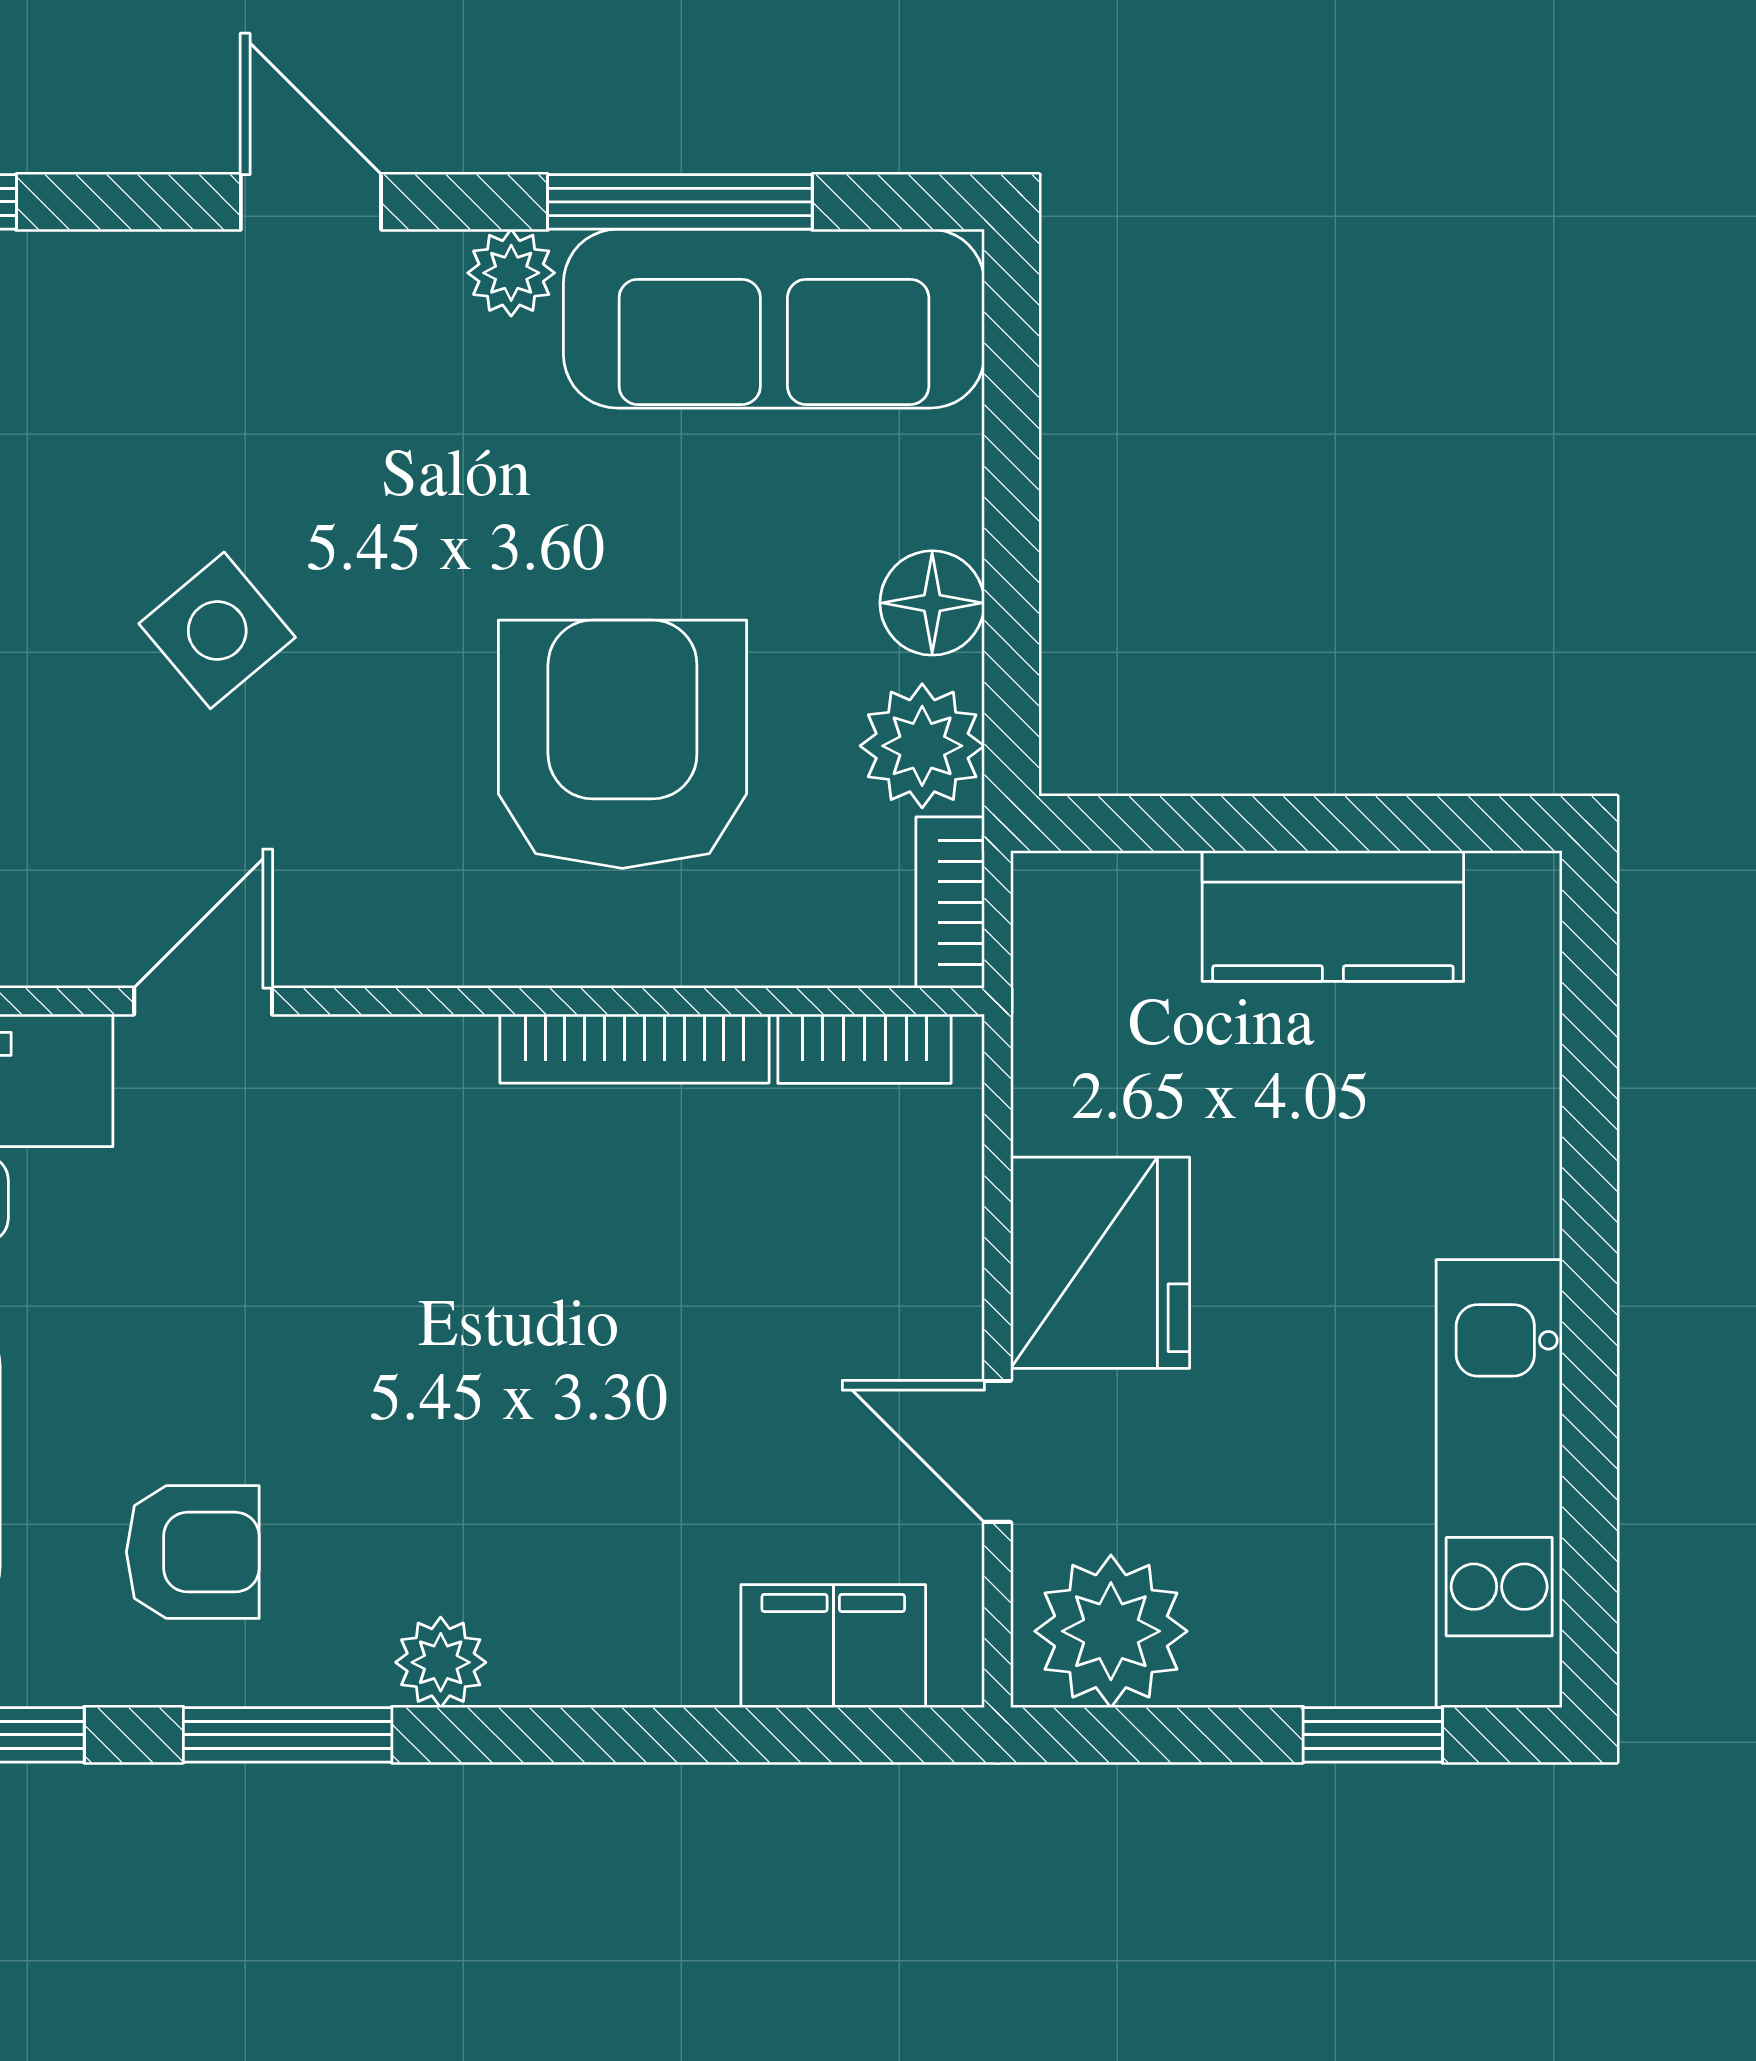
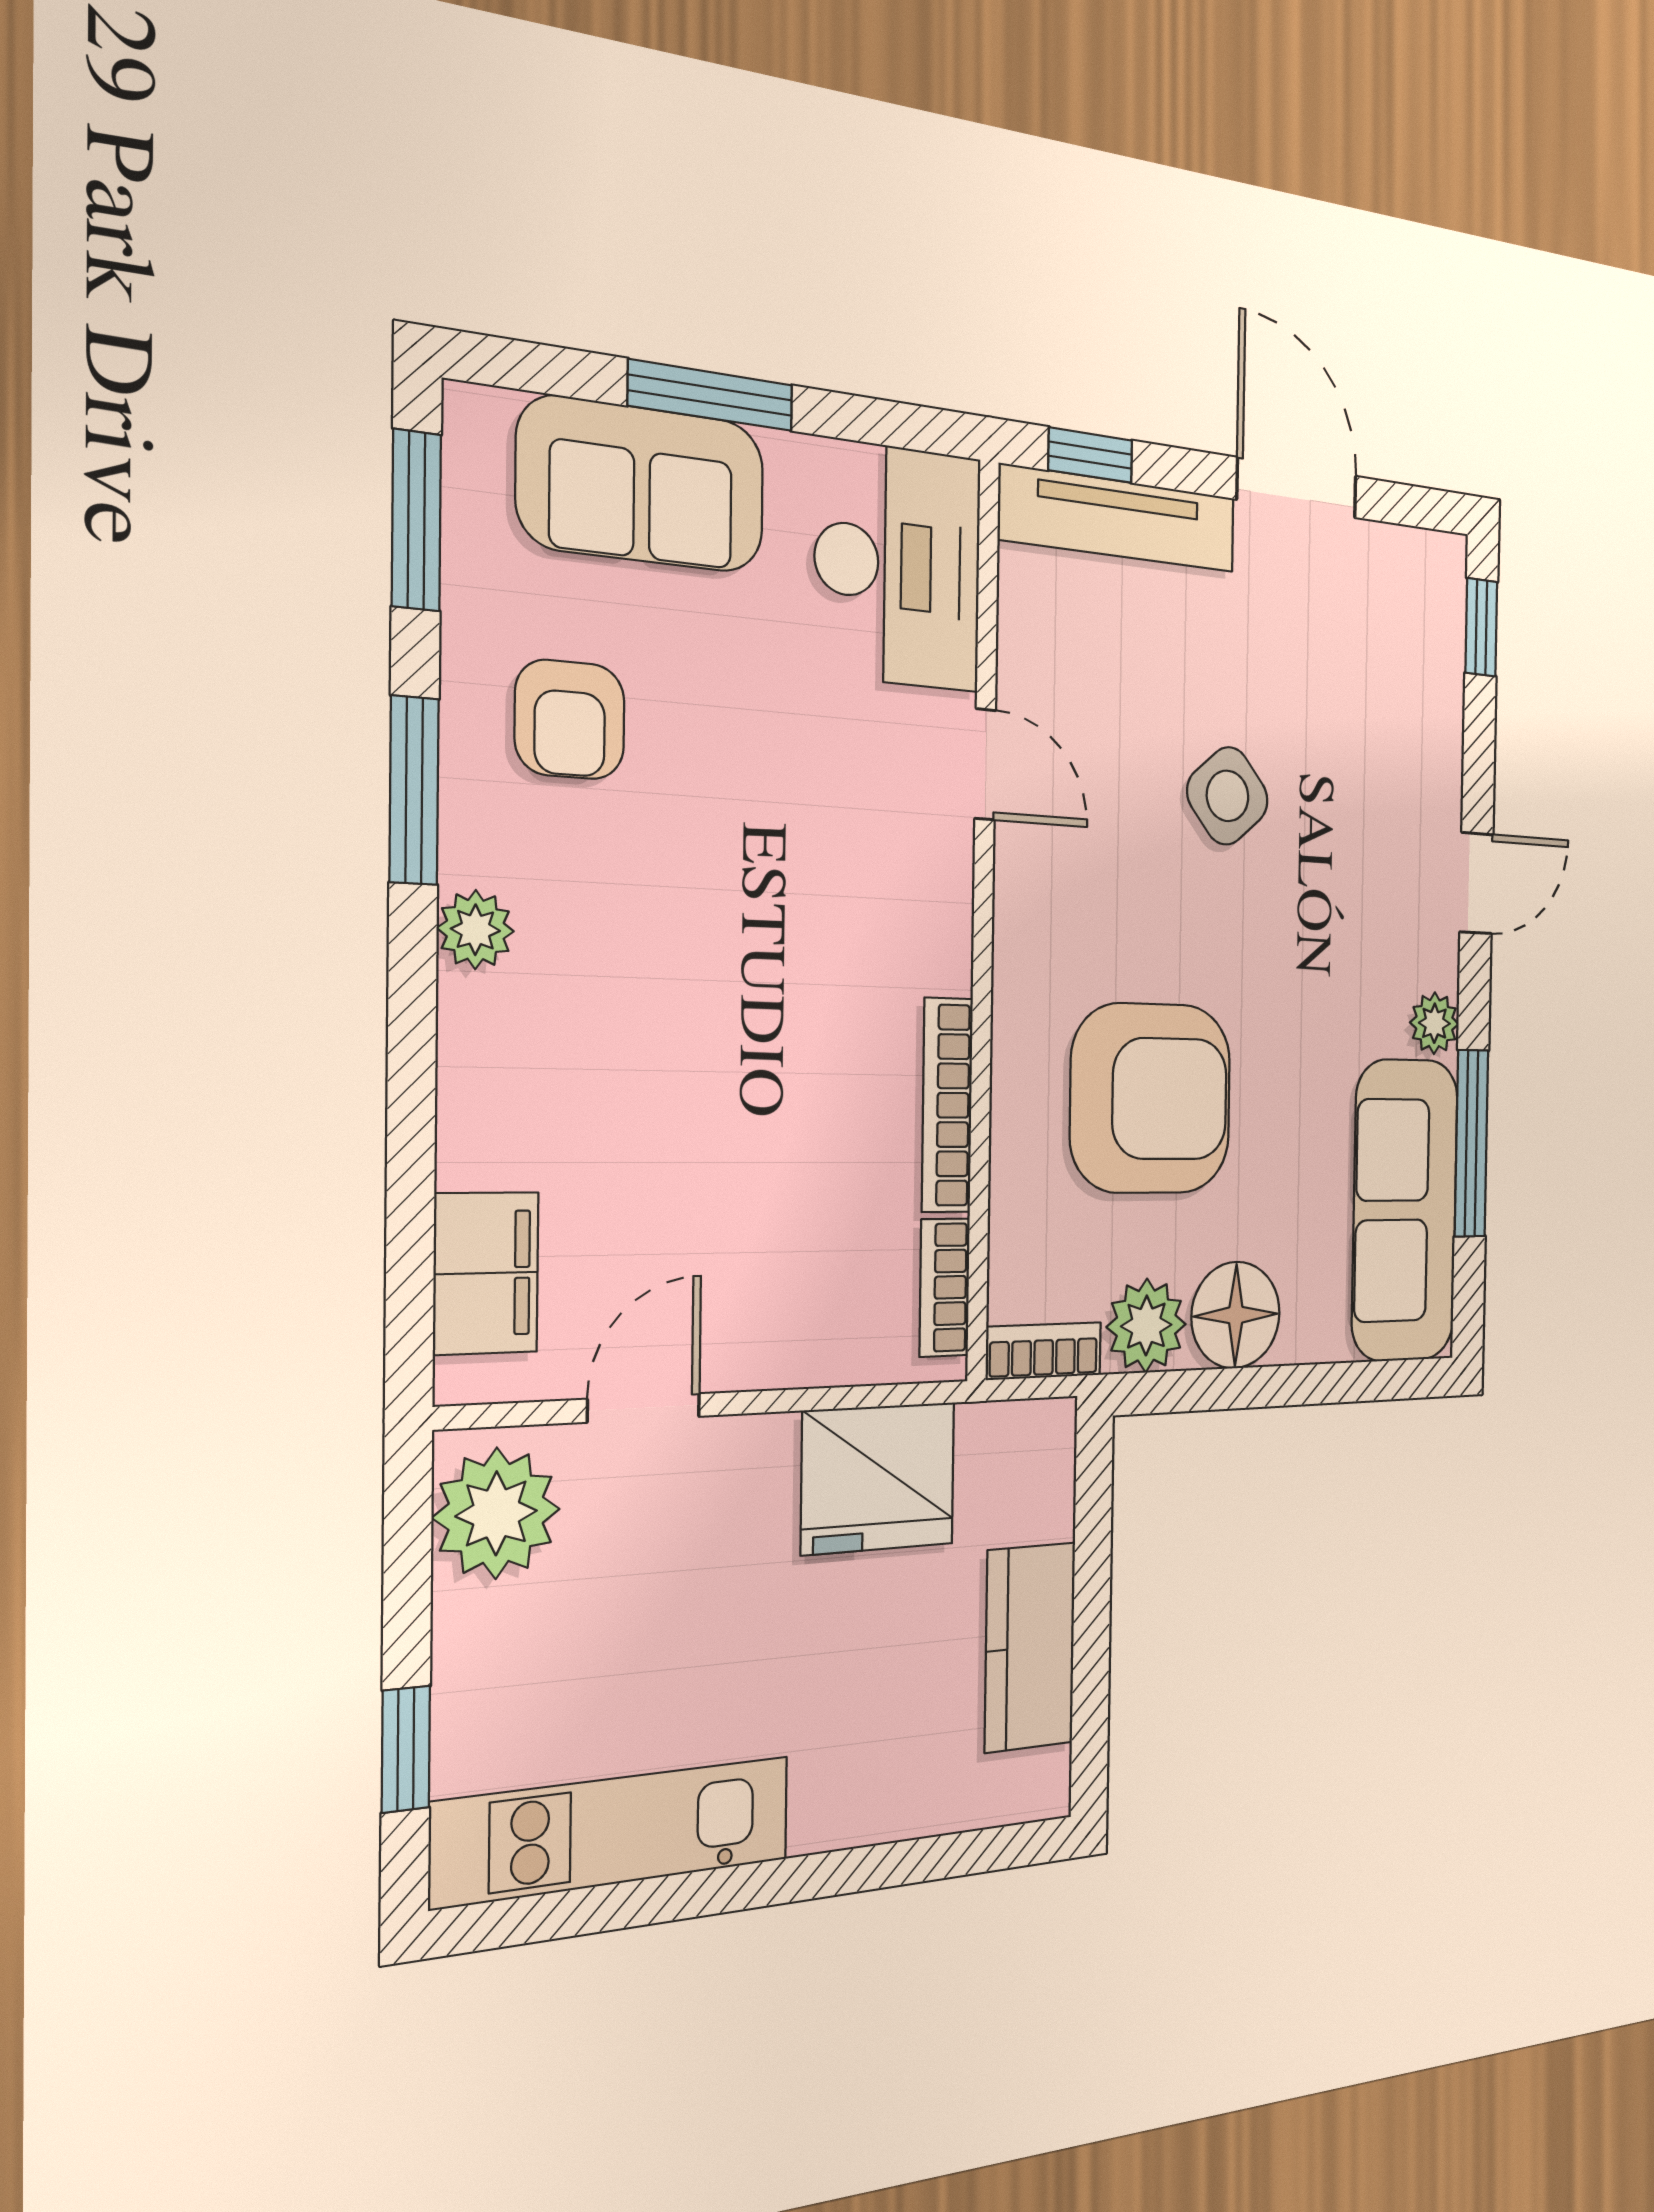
floor lamp: (932, 603) -> (1236, 1315), width x1.38, depth x1.38
fridge: (1100, 1263) -> (878, 1478), moved

